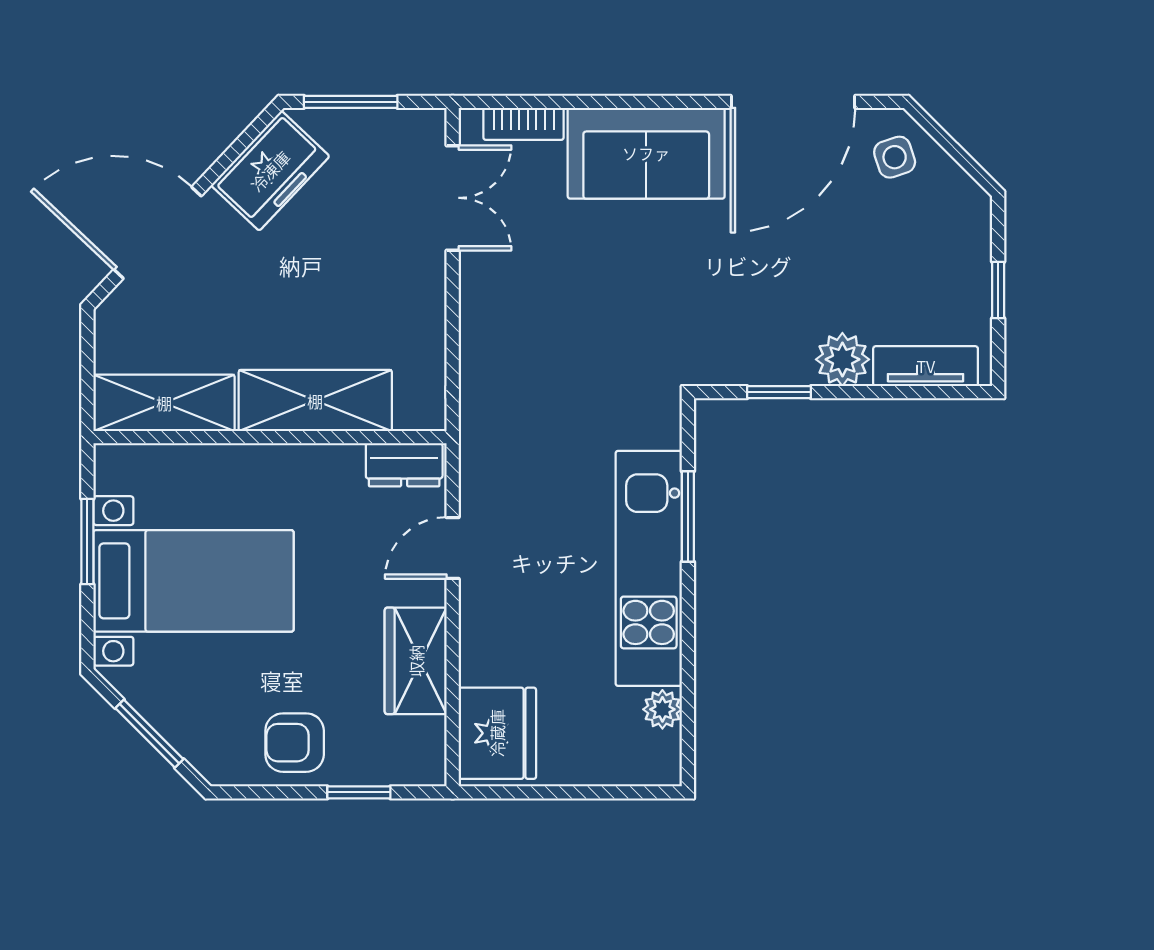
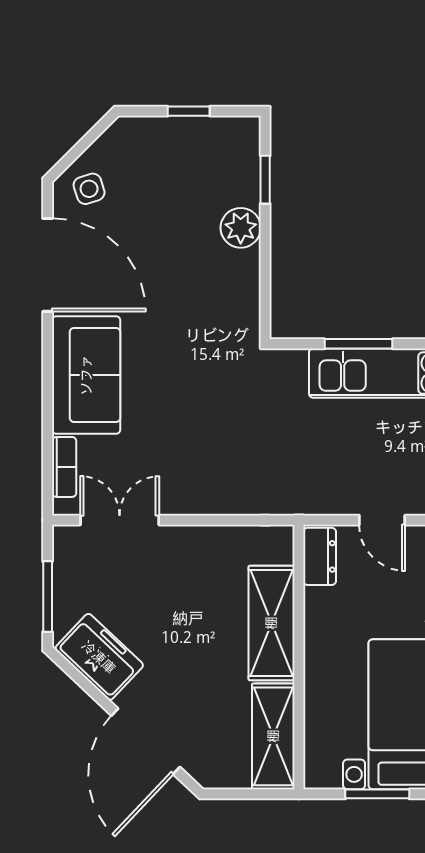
tv unit: (926, 366) -> (246, 166), removed
window: (779, 392) -> (265, 180), moved

